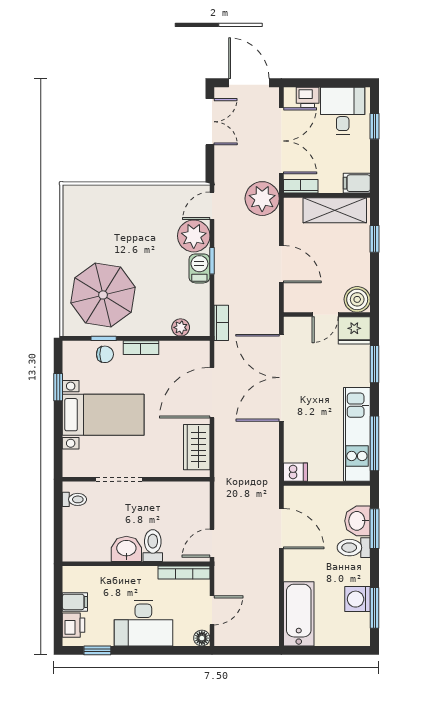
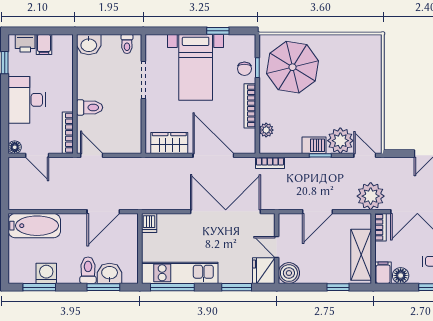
floor lamp: (360, 161) -> (401, 275), added
bookcase: (141, 348) -> (250, 106), width x1.56
washbasin: (126, 549) -> (89, 45), moved, turned 90

